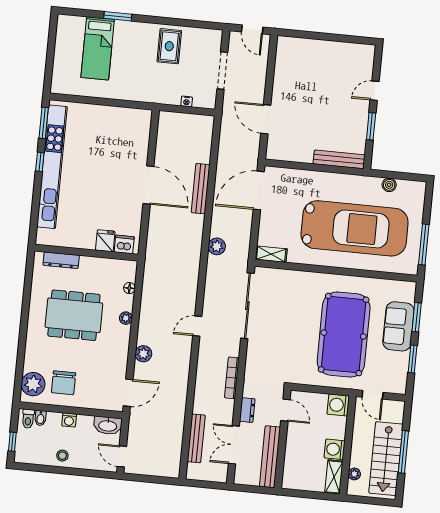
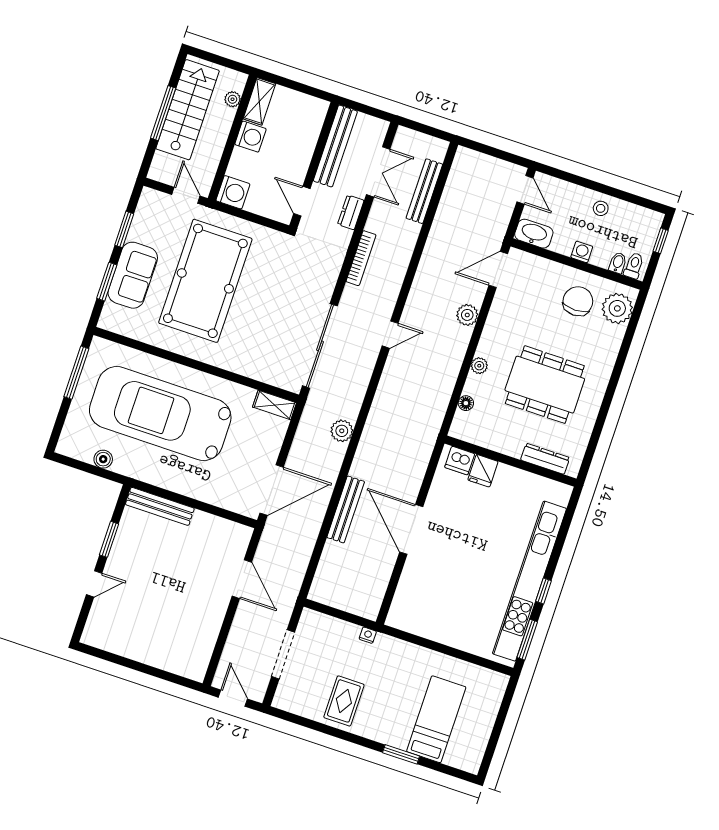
nightstand: (187, 101) -> (368, 635), moved

